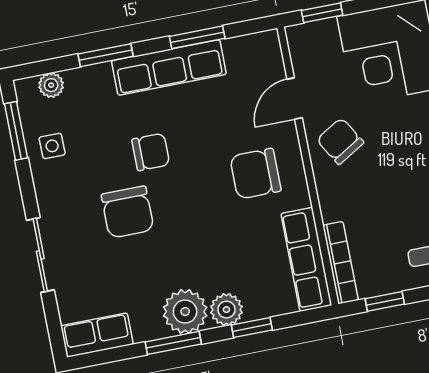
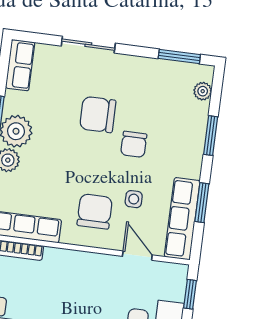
row of seats: (169, 67) -> (182, 219), moved
chair: (340, 141) -> (98, 277), removed
side table: (52, 146) -> (134, 199), moved

